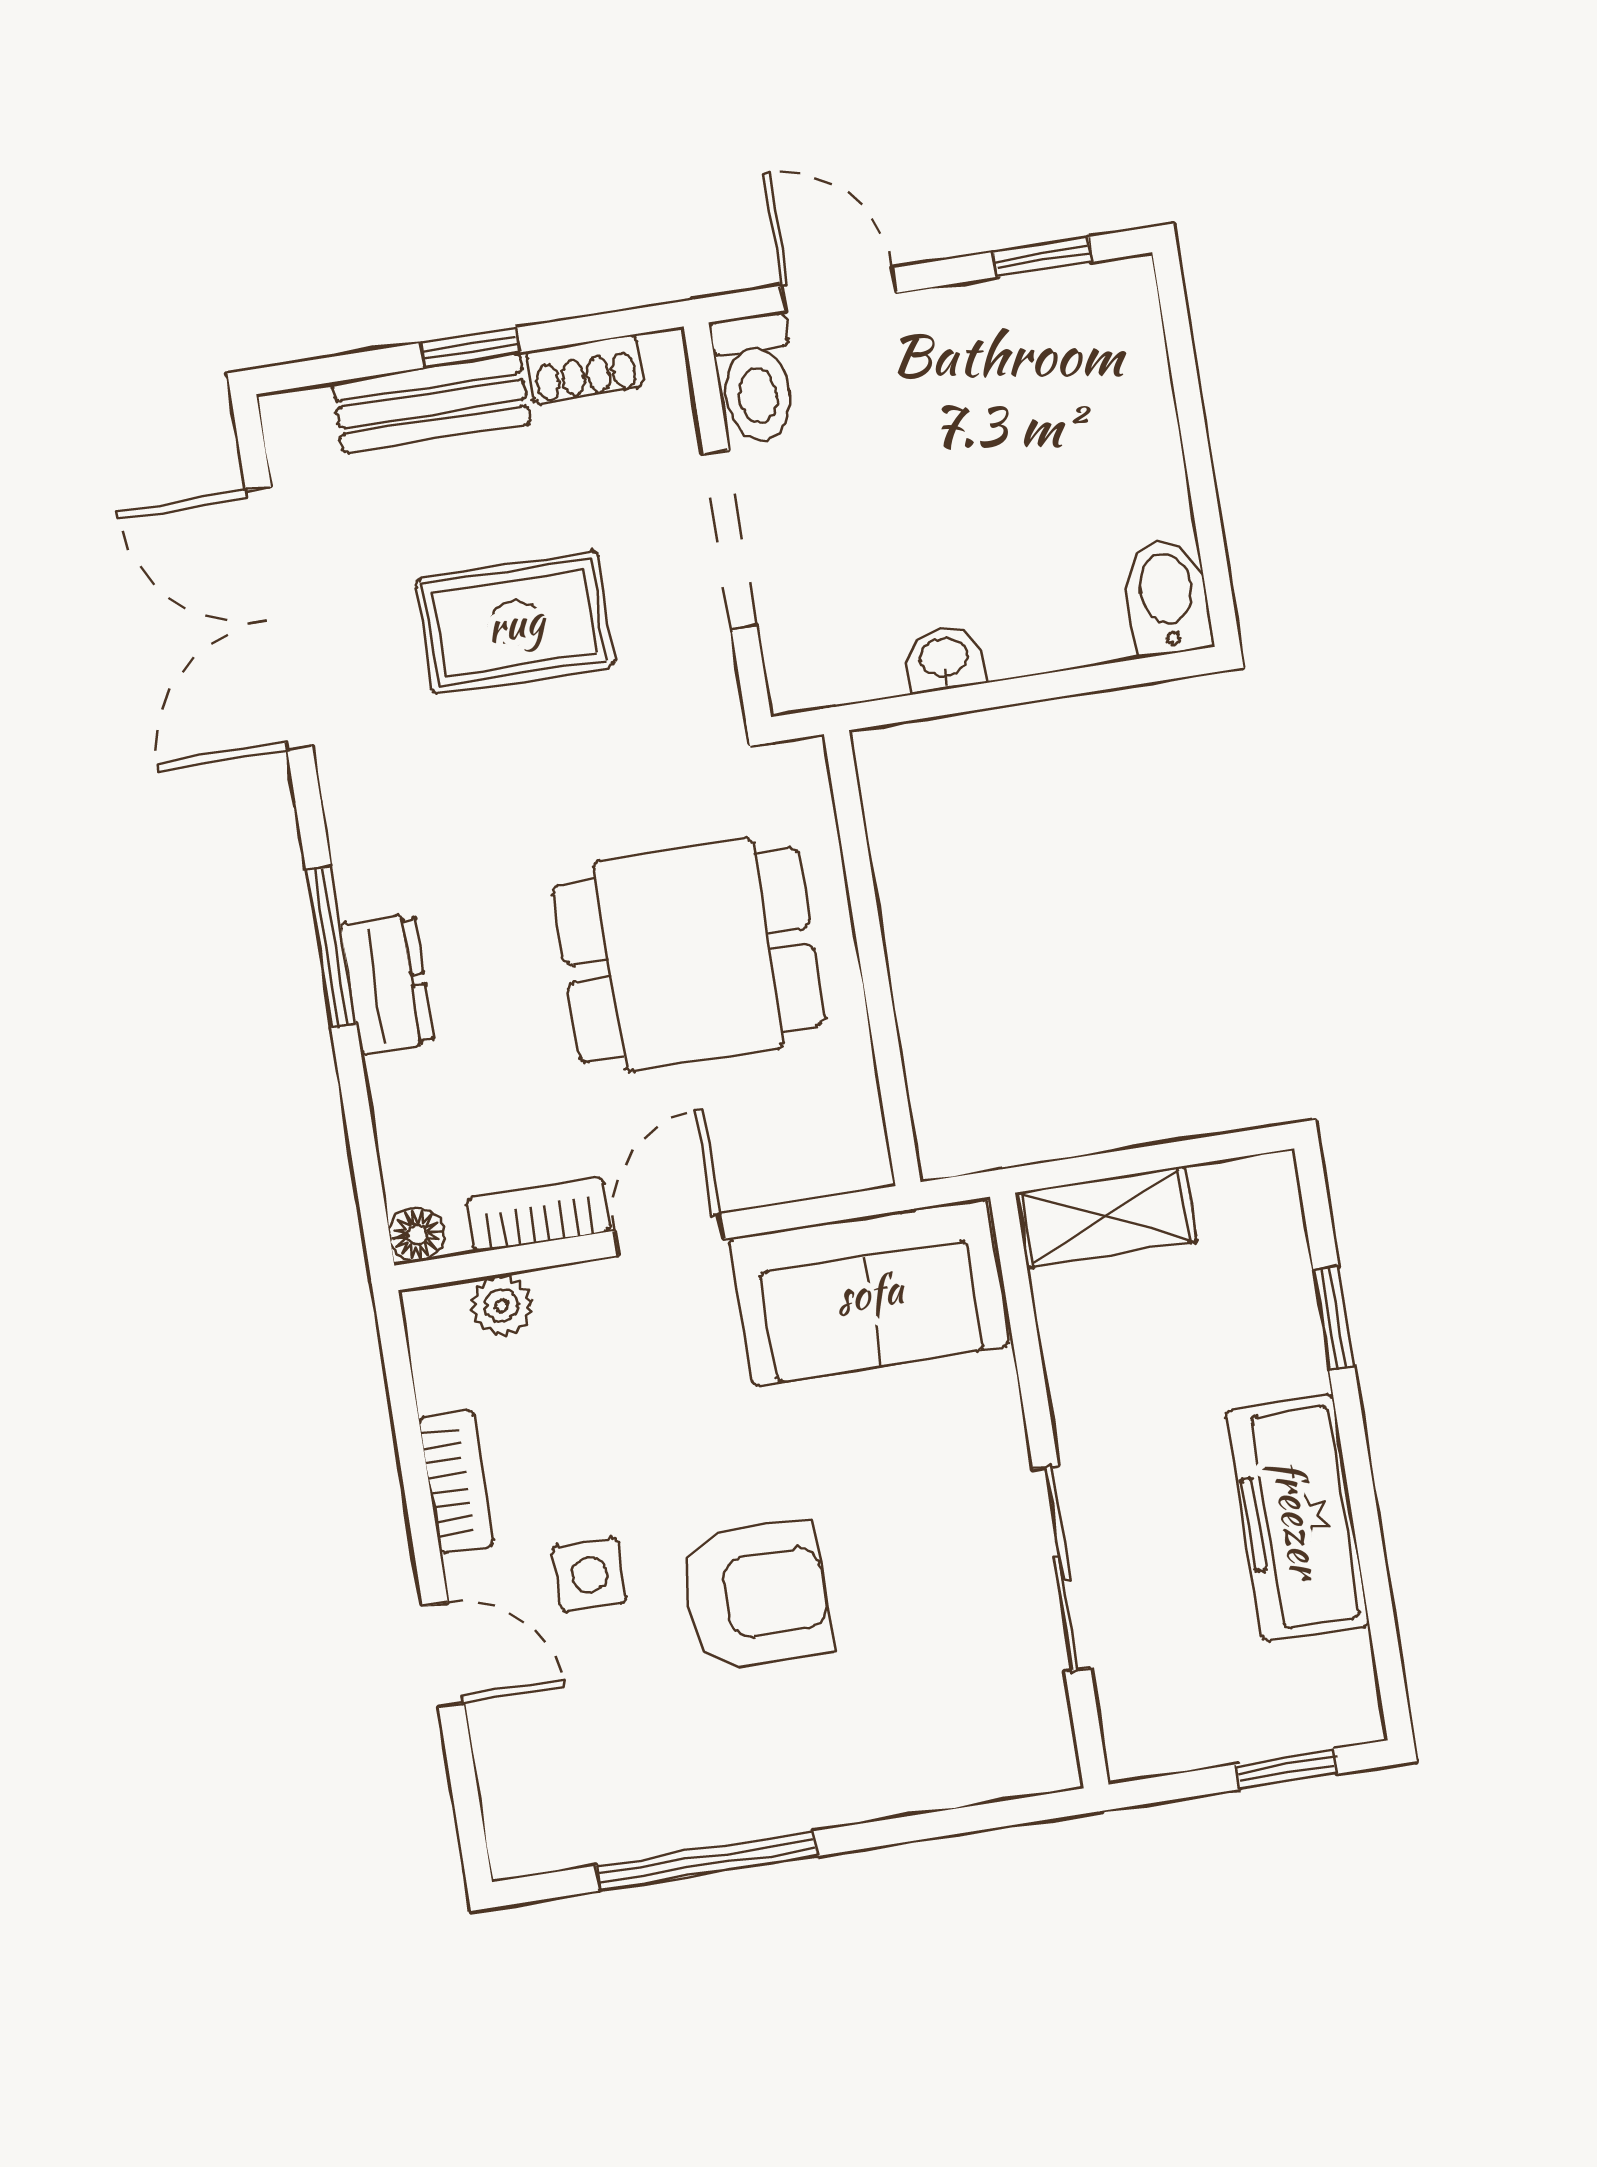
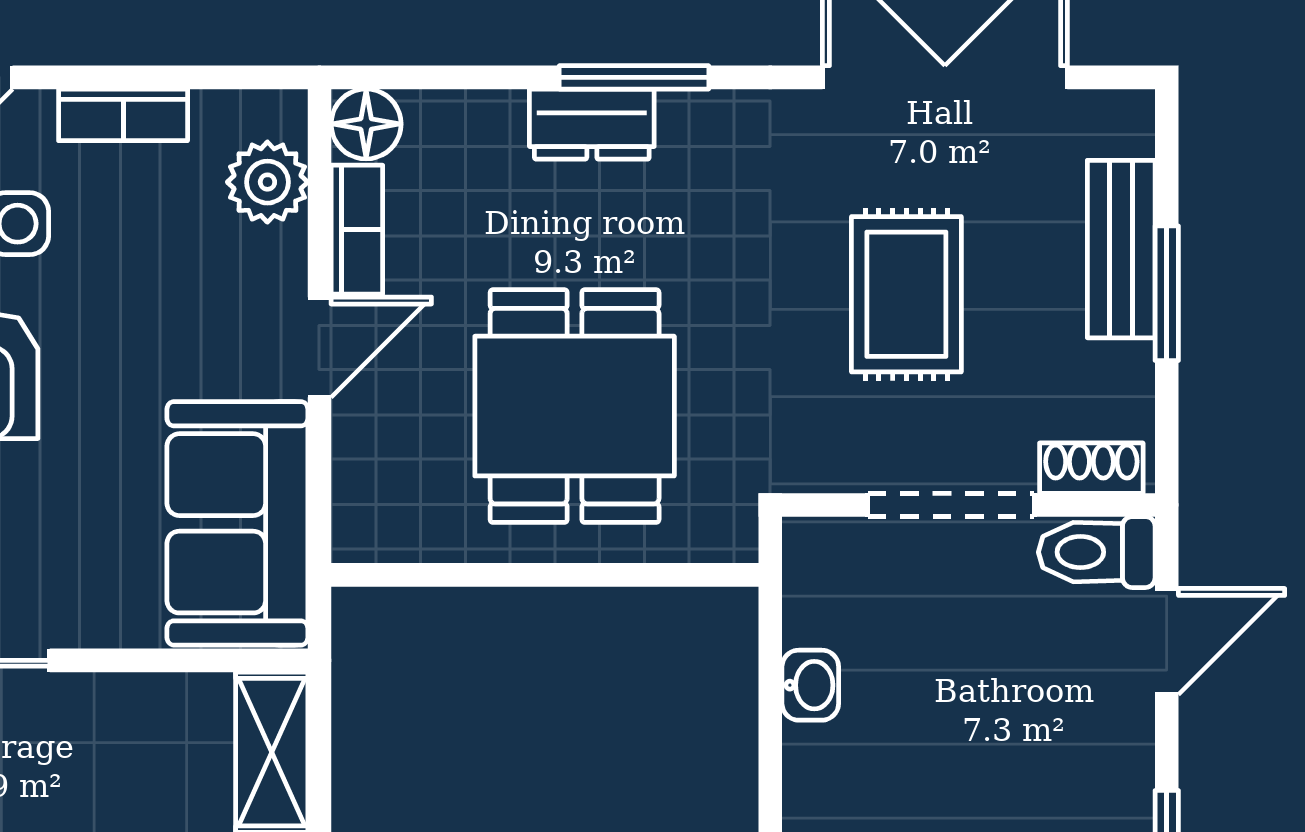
window: (470, 348) -> (1167, 293), width x1.50
shoe rack: (585, 369) -> (1091, 468), moved, turned 90
floor lamp: (417, 1234) -> (366, 124), width x1.37, depth x1.37
door: (669, 1235) -> (319, 347), hinge flipped
plant: (501, 1306) -> (267, 182), width x1.38, depth x1.38

